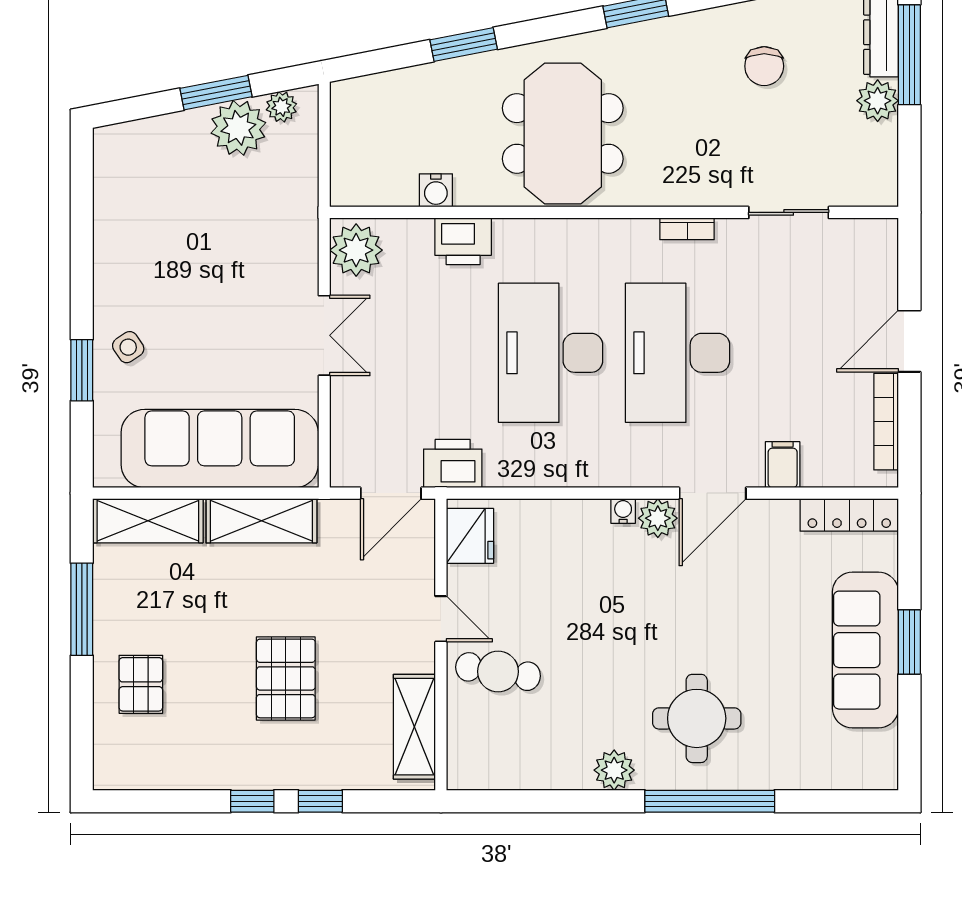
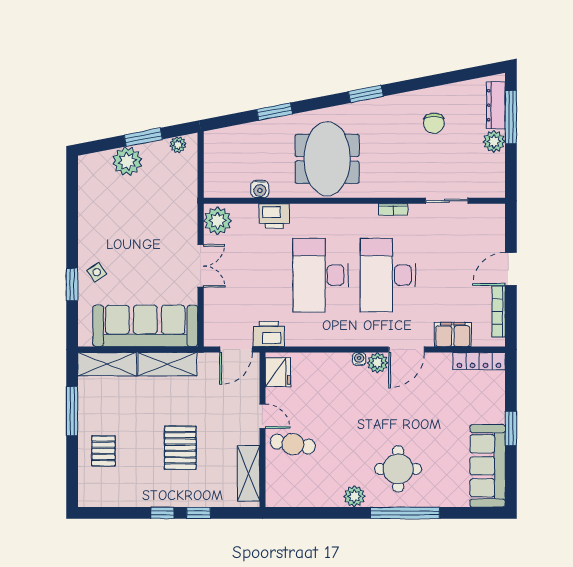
plant: (238, 128) -> (127, 161), moved
filing cabinet: (783, 465) -> (453, 334), width x2.00
sofa: (865, 650) -> (488, 466), moved

